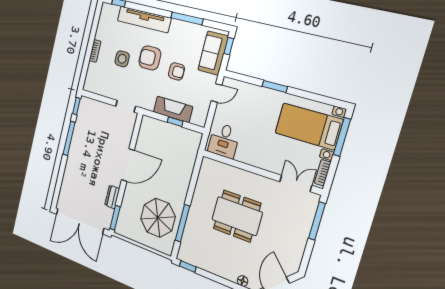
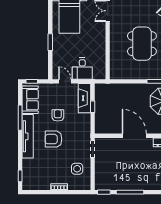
tv unit: (144, 19) -> (28, 136), moved
sofa: (213, 53) -> (30, 100), moved, turned -90
armchair: (150, 58) -> (53, 139), turned 90
side table: (122, 59) -> (77, 169), moved
fireplace: (173, 109) -> (84, 98), moved
desk: (224, 141) -> (82, 69), moved, turned 90

